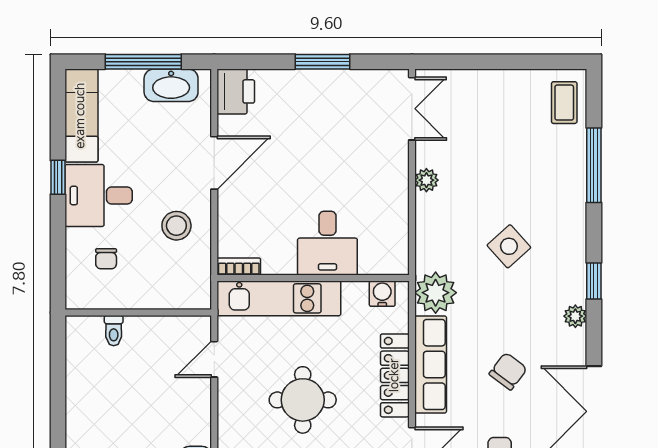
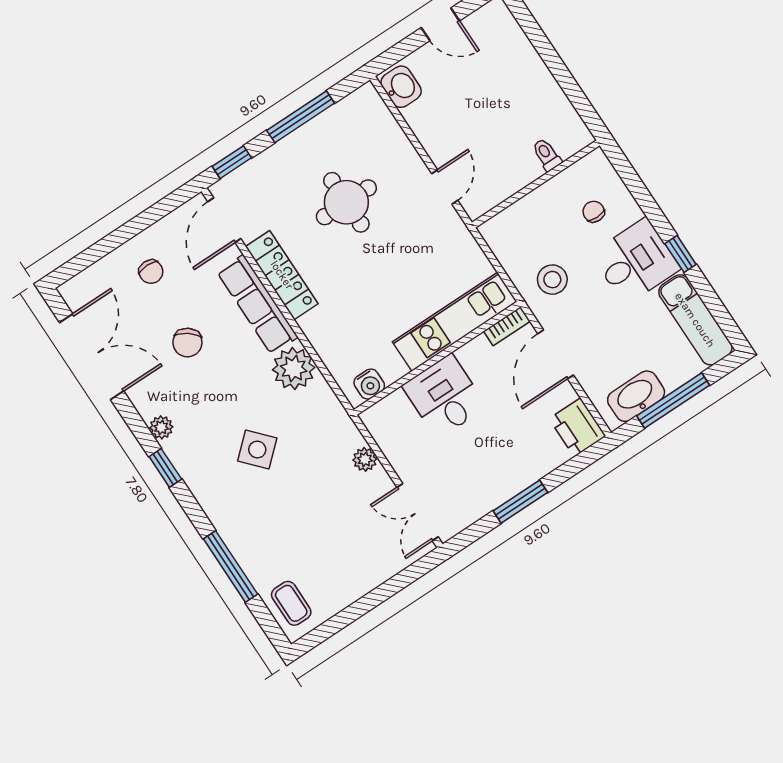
desk: (327, 243) -> (444, 396), moved
bookcase: (239, 267) -> (507, 326), moved
wall: (313, 278) -> (437, 358), moved
water cooler: (382, 294) -> (369, 384), moved
kitchen unit: (279, 298) -> (455, 322), moved

